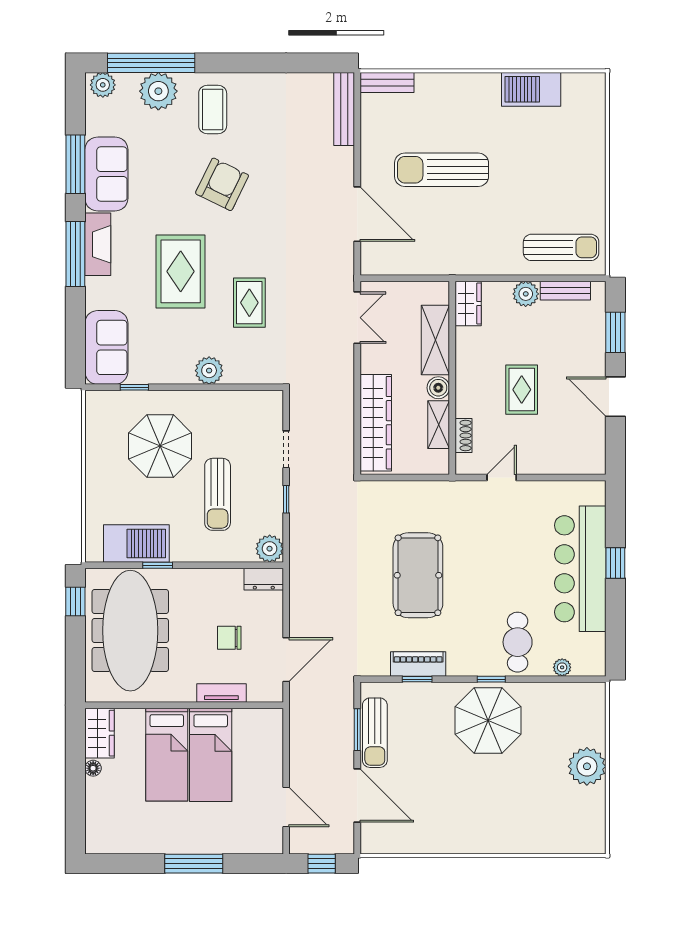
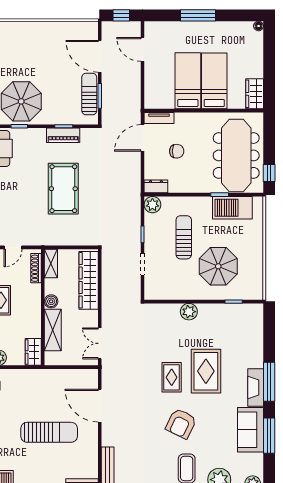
rug: (249, 303) -> (172, 377), moved
sofa: (106, 347) -> (251, 326), removed
shelving: (439, 425) -> (51, 264), moved
shoe rack: (463, 435) -> (36, 268), width x1.43
tv unit: (221, 693) -> (159, 118), moved
floor lamp: (93, 768) -> (259, 26), moved

